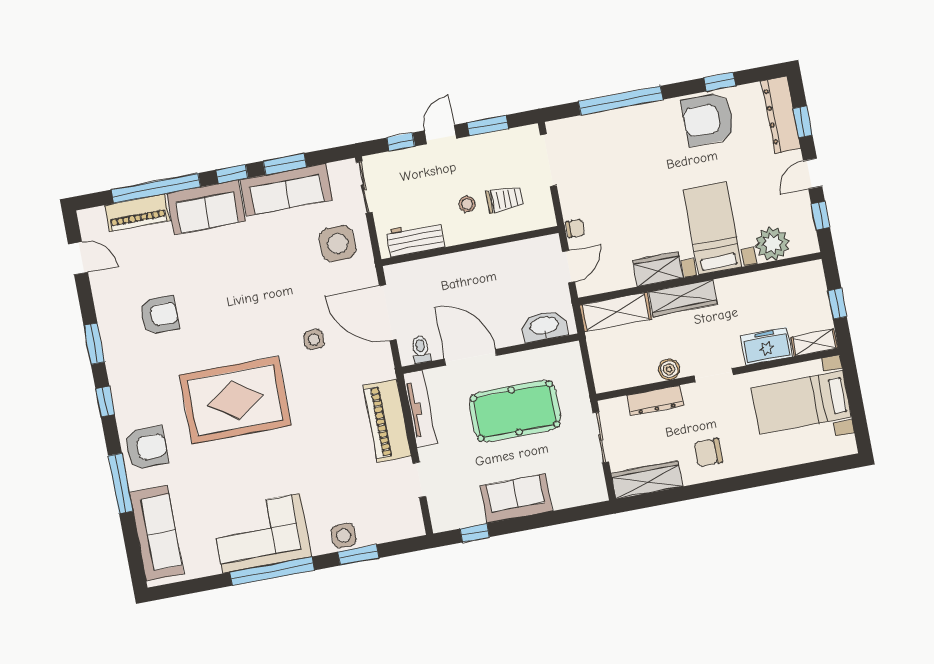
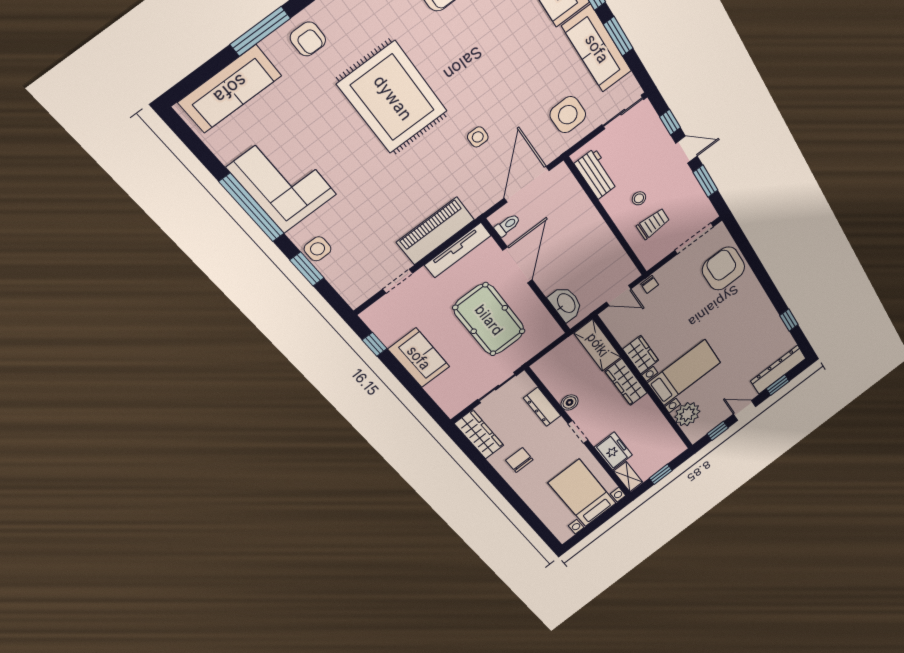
window: (621, 100) -> (755, 264), removed
armchair: (708, 119) -> (723, 269), moved
trolley: (505, 199) -> (653, 224), turned -90
armchair: (146, 448) -> (308, 39), width x0.72, depth x0.72

